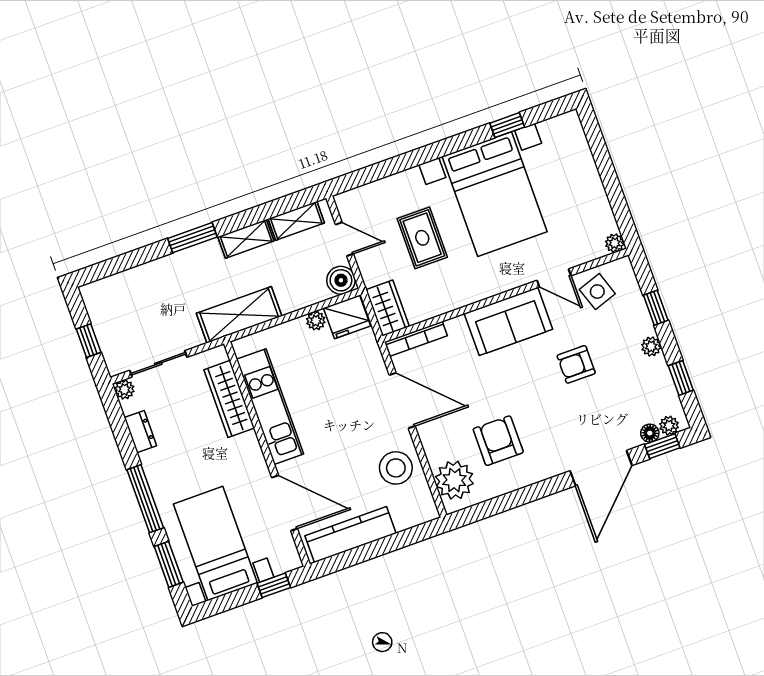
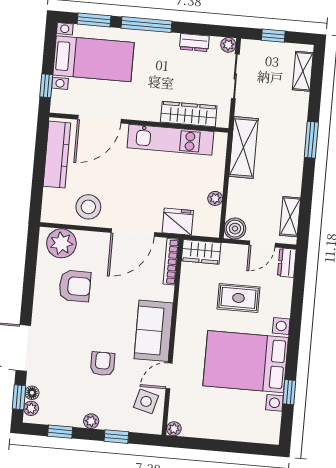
dresser: (353, 199) -> (287, 263), added
shelving: (246, 239) -> (303, 71), moved
side table: (597, 292) -> (146, 401), turned 34
fridge: (347, 317) -> (178, 222), moved, turned 90

